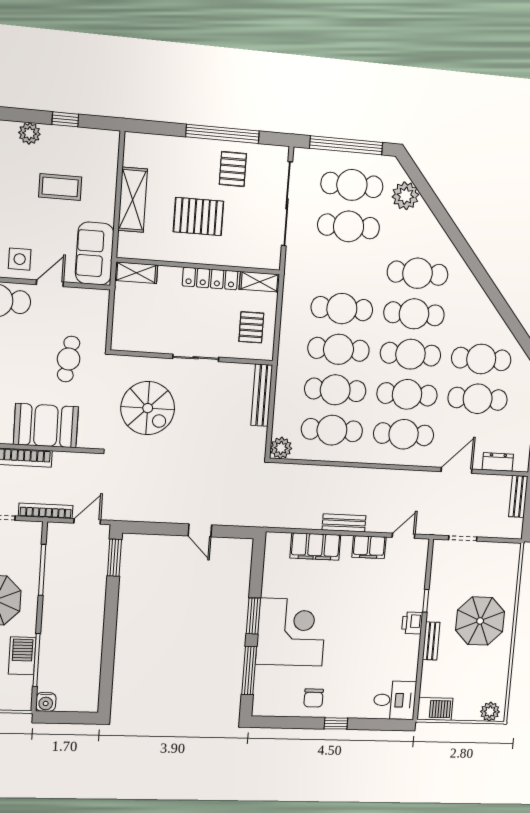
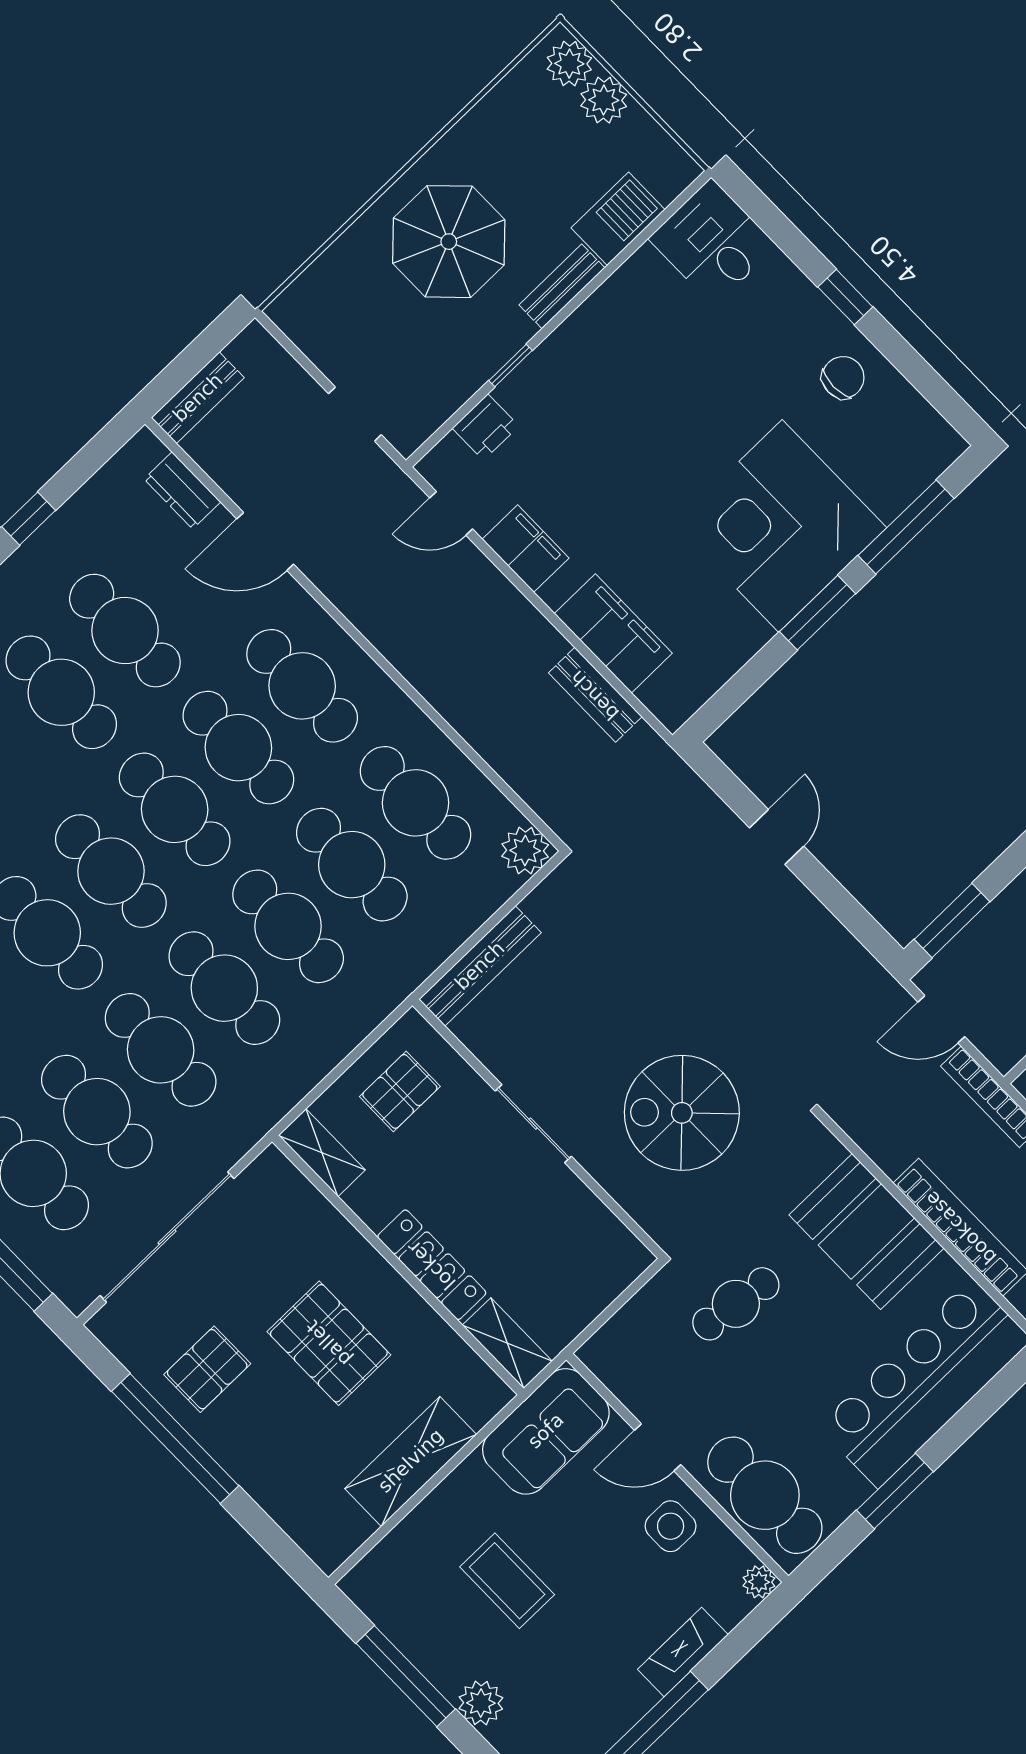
window: (65, 119) -> (406, 1676), width x2.17
cafe table: (345, 268) -> (161, 1050), added
locker: (210, 278) -> (432, 1265), moved
spiral stairs: (148, 408) -> (682, 1113), turned -90
bench: (344, 523) -> (595, 695), moved
printer: (412, 623) -> (486, 427), moved
barbecue: (435, 709) -> (618, 219), moved, turned 90
plant: (469, 711) -> (604, 100), added

